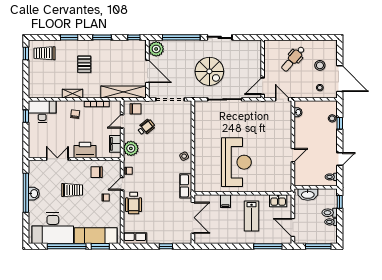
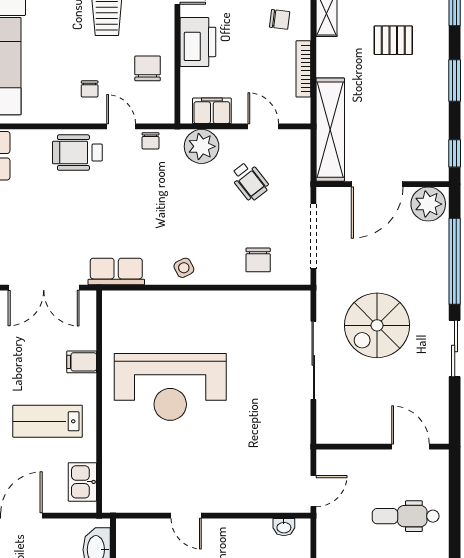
dental chair: (293, 59) -> (406, 516), turned -41
door: (263, 86) -> (410, 447), moved
chair: (135, 109) -> (258, 260), moved

